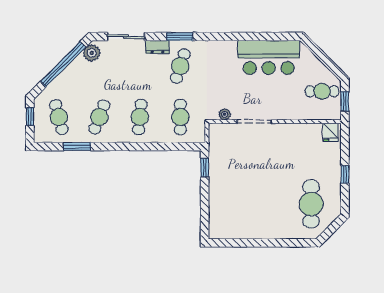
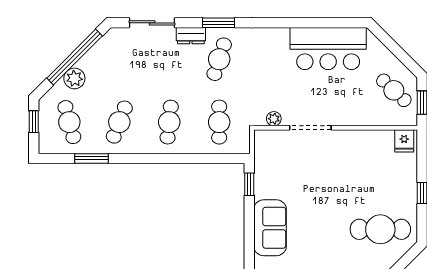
plant: (92, 53) -> (74, 78), moved
cafe table: (322, 91) -> (394, 90), turned 43
sofa: (222, 203) -> (270, 228), added
cafe table: (311, 204) -> (380, 229), turned 90

